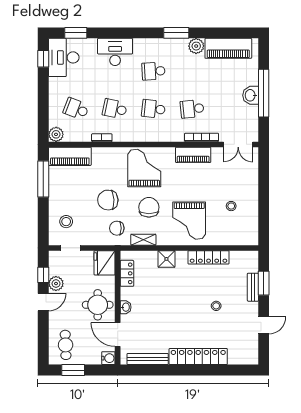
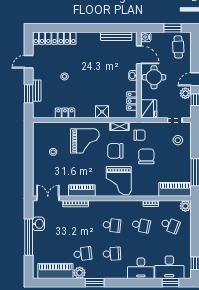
desk: (64, 57) -> (169, 267), moved, turned 90
washbasin: (251, 95) -> (39, 224), moved
school desk: (192, 109) -> (83, 254), moved
chair: (108, 200) -> (146, 156), turned -87
chair: (149, 207) -> (115, 151), turned 90
grand piano: (189, 221) -> (85, 141), turned 90
locker: (209, 257) -> (65, 113), width x0.66
locker: (198, 357) -> (55, 38), moved

